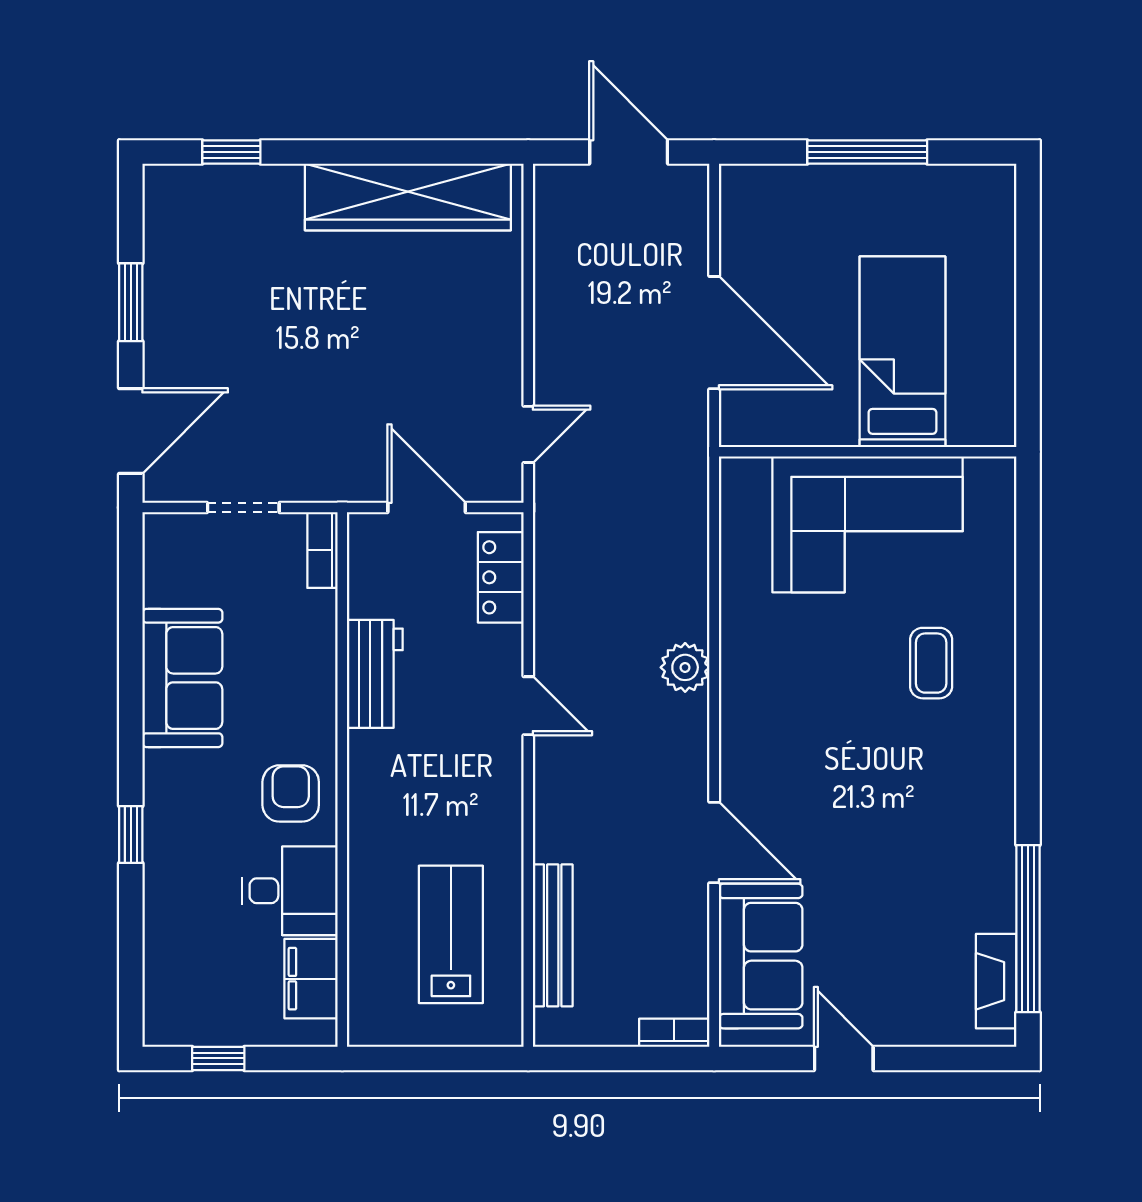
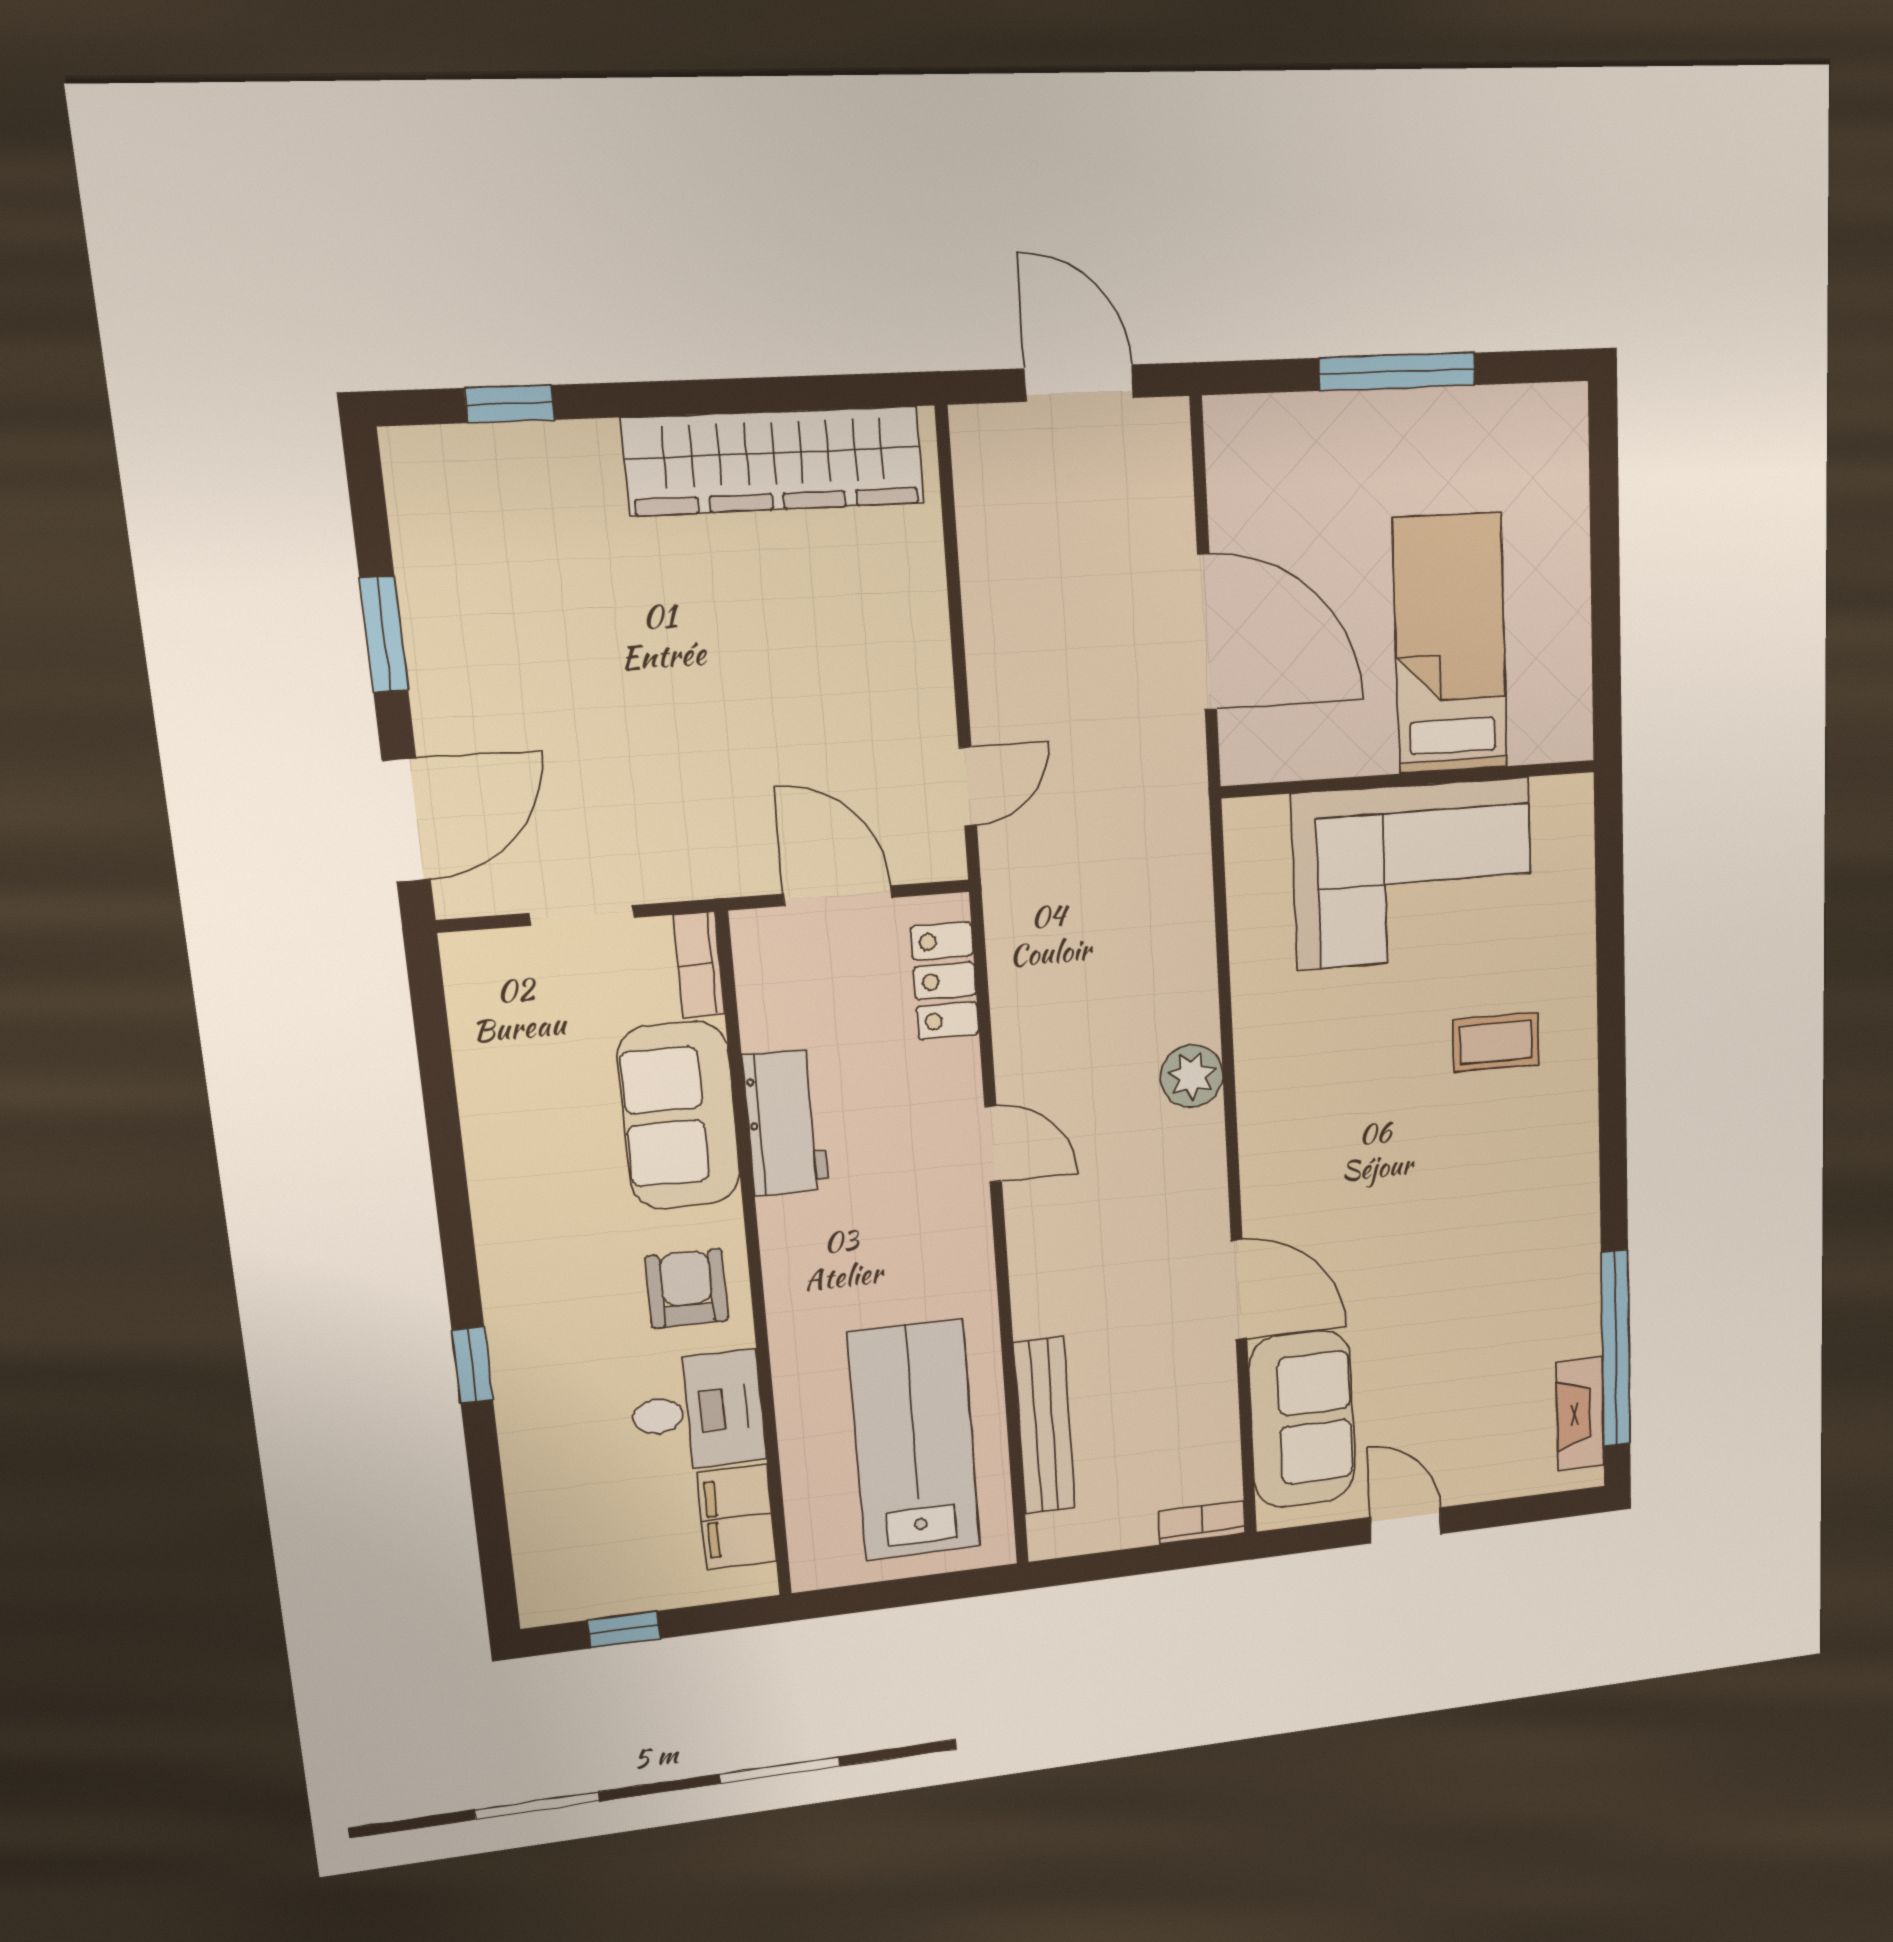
coffee table: (931, 663) -> (1496, 1042), turned 90
sofa: (182, 678) -> (679, 1115), moved, turned 180
lab bench: (451, 934) -> (914, 1440), width x1.36, depth x1.39

